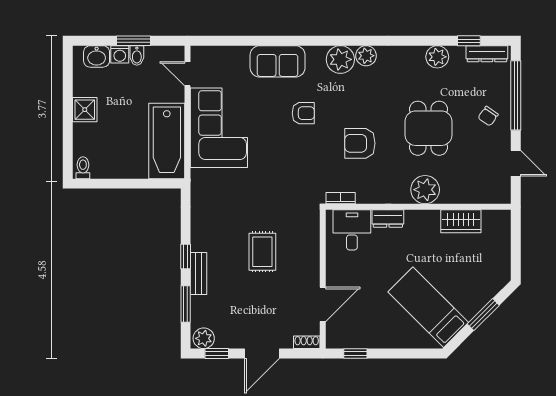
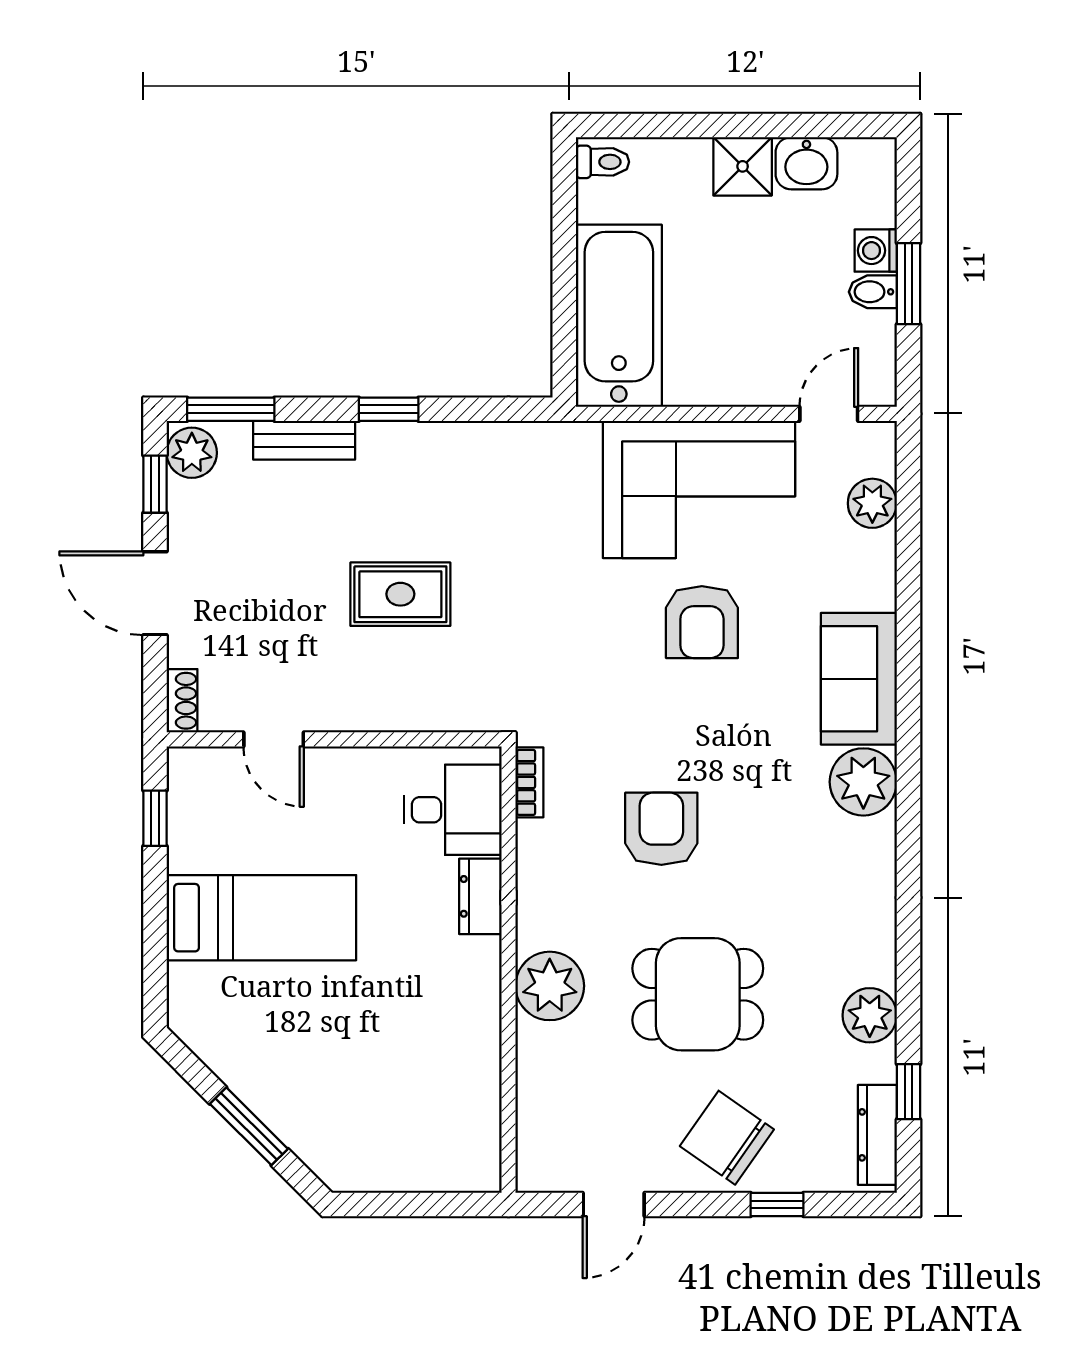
washbasin: (97, 56) -> (806, 163), moved, turned -90
plant: (366, 56) -> (872, 503), moved
sofa: (278, 61) -> (859, 679), moved
window: (516, 95) -> (777, 1205), width x0.32
armchair: (303, 113) -> (702, 622), moved, width x1.38, depth x1.38
chair: (488, 116) -> (727, 1138), width x1.87, depth x1.87
bathtub: (167, 141) -> (619, 316), moved, turned 90
wardrobe: (461, 221) -> (474, 1072), removed
bench: (198, 274) -> (304, 440), moved
window: (186, 304) -> (231, 409), moved
door: (323, 304) -> (274, 739), width x0.73
bed: (428, 307) -> (261, 918), moved, turned 45

